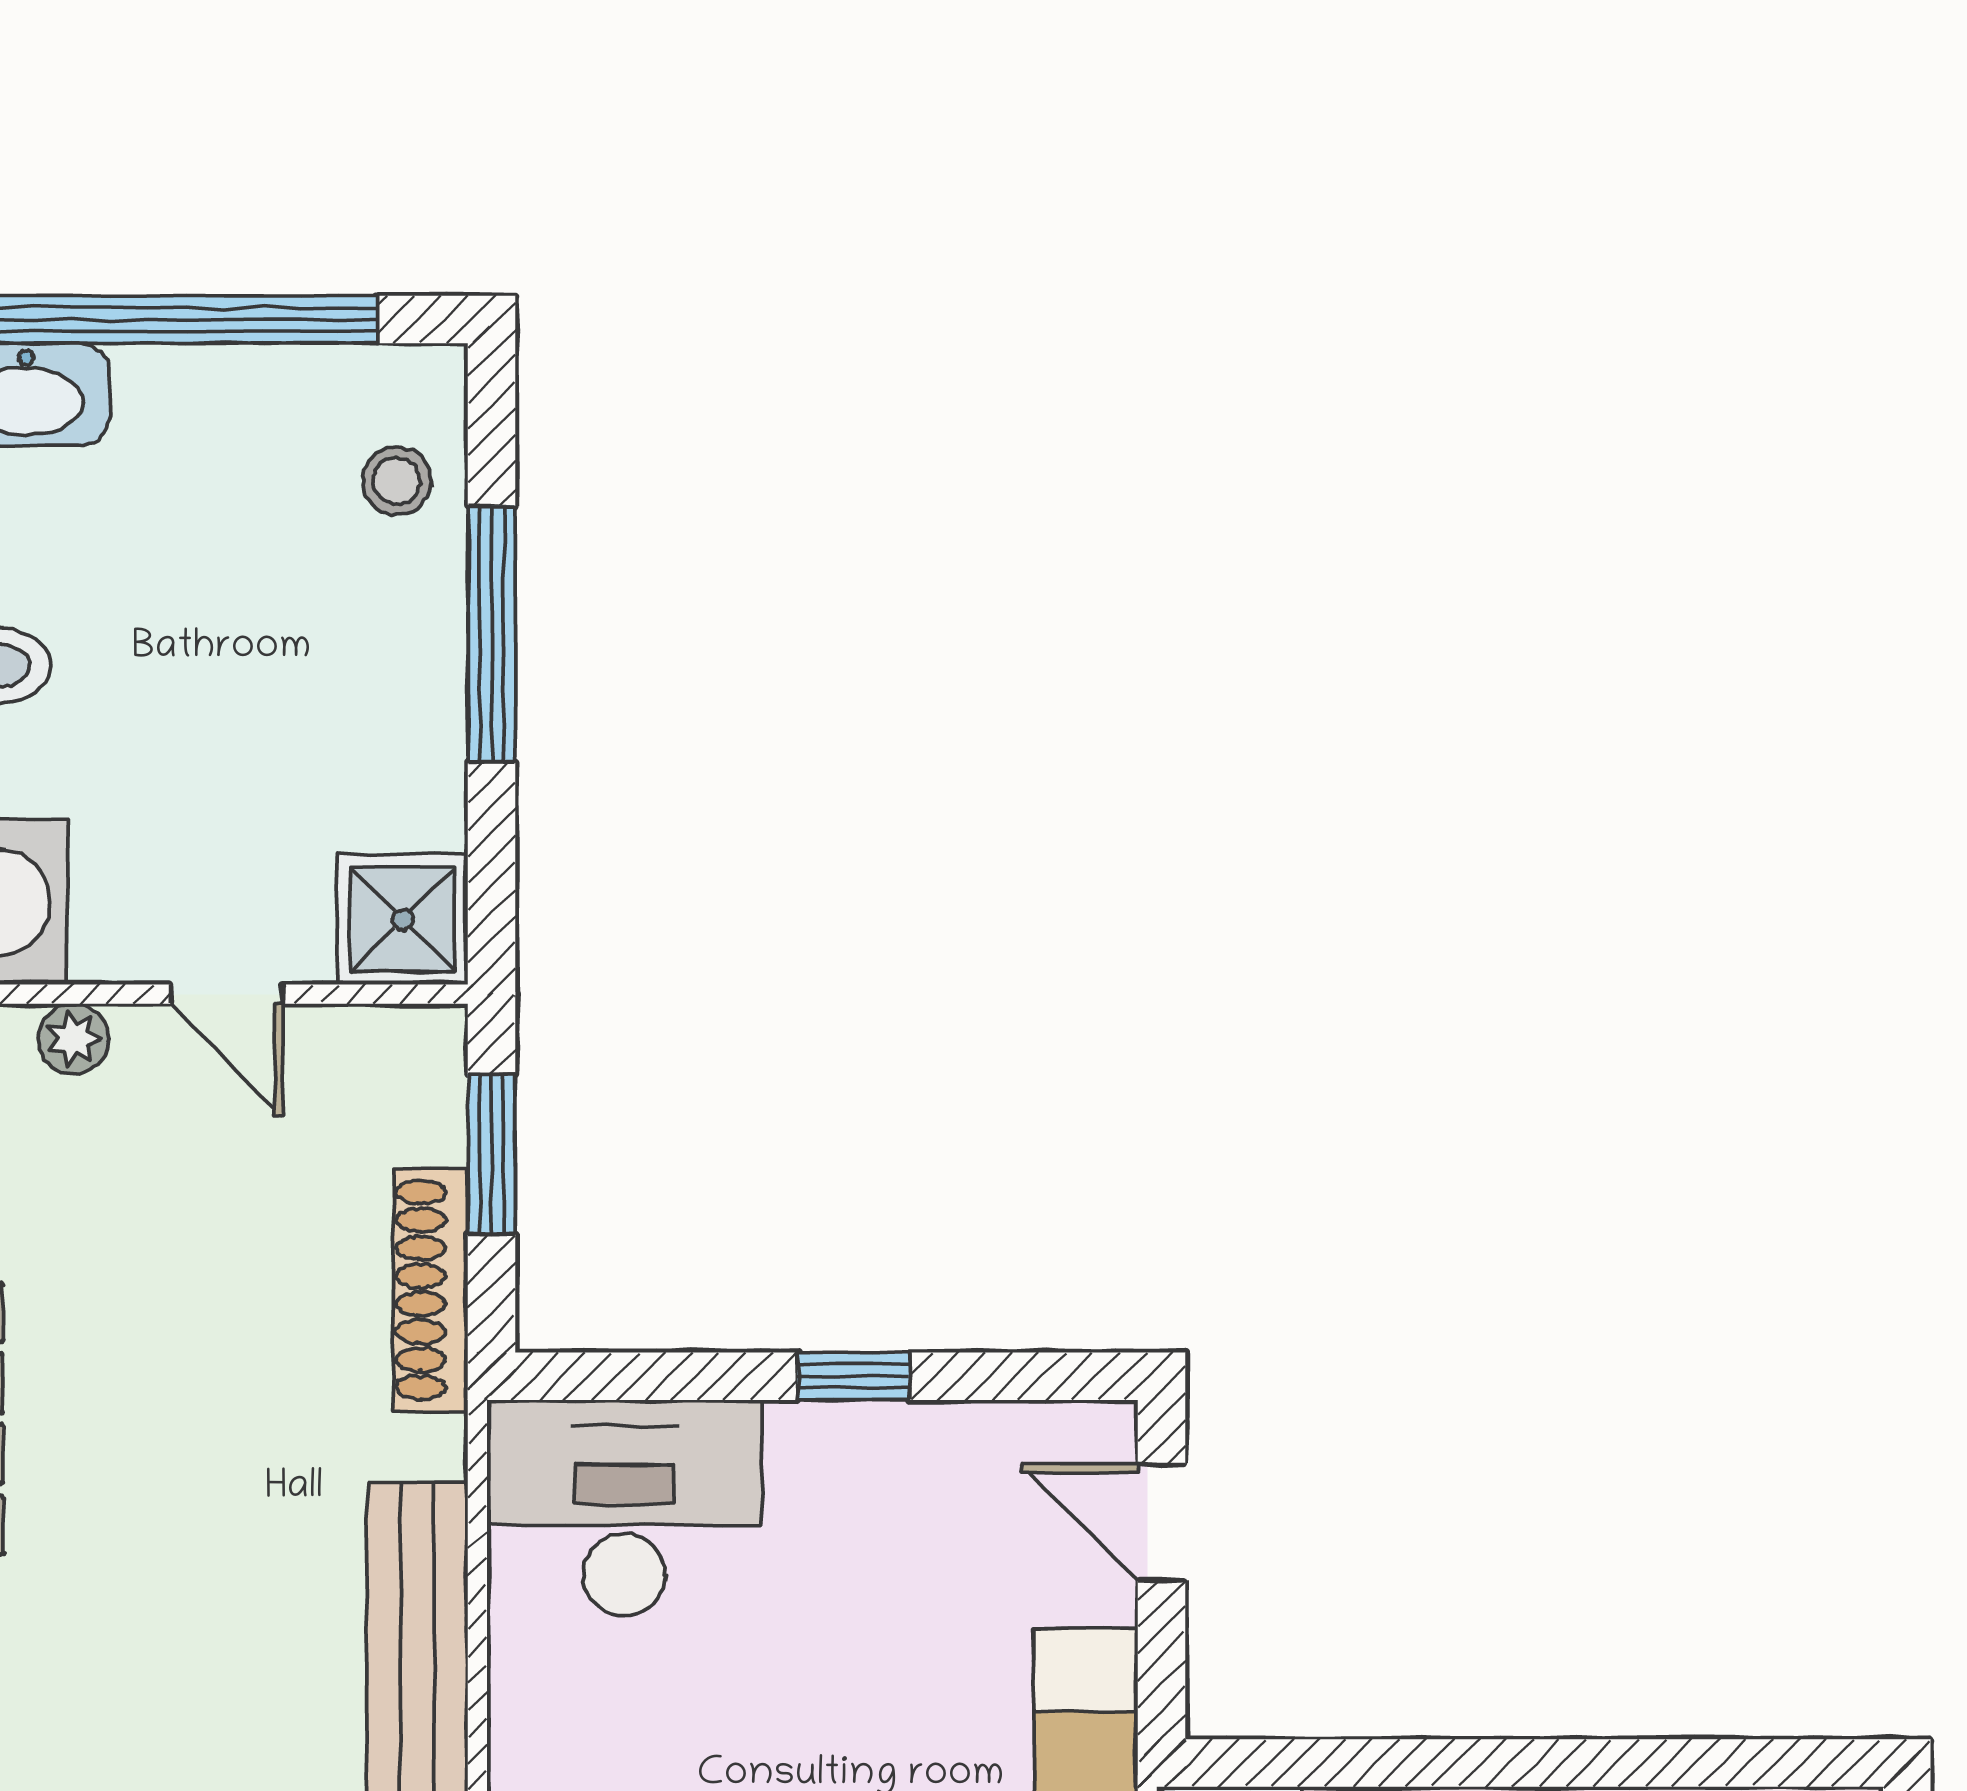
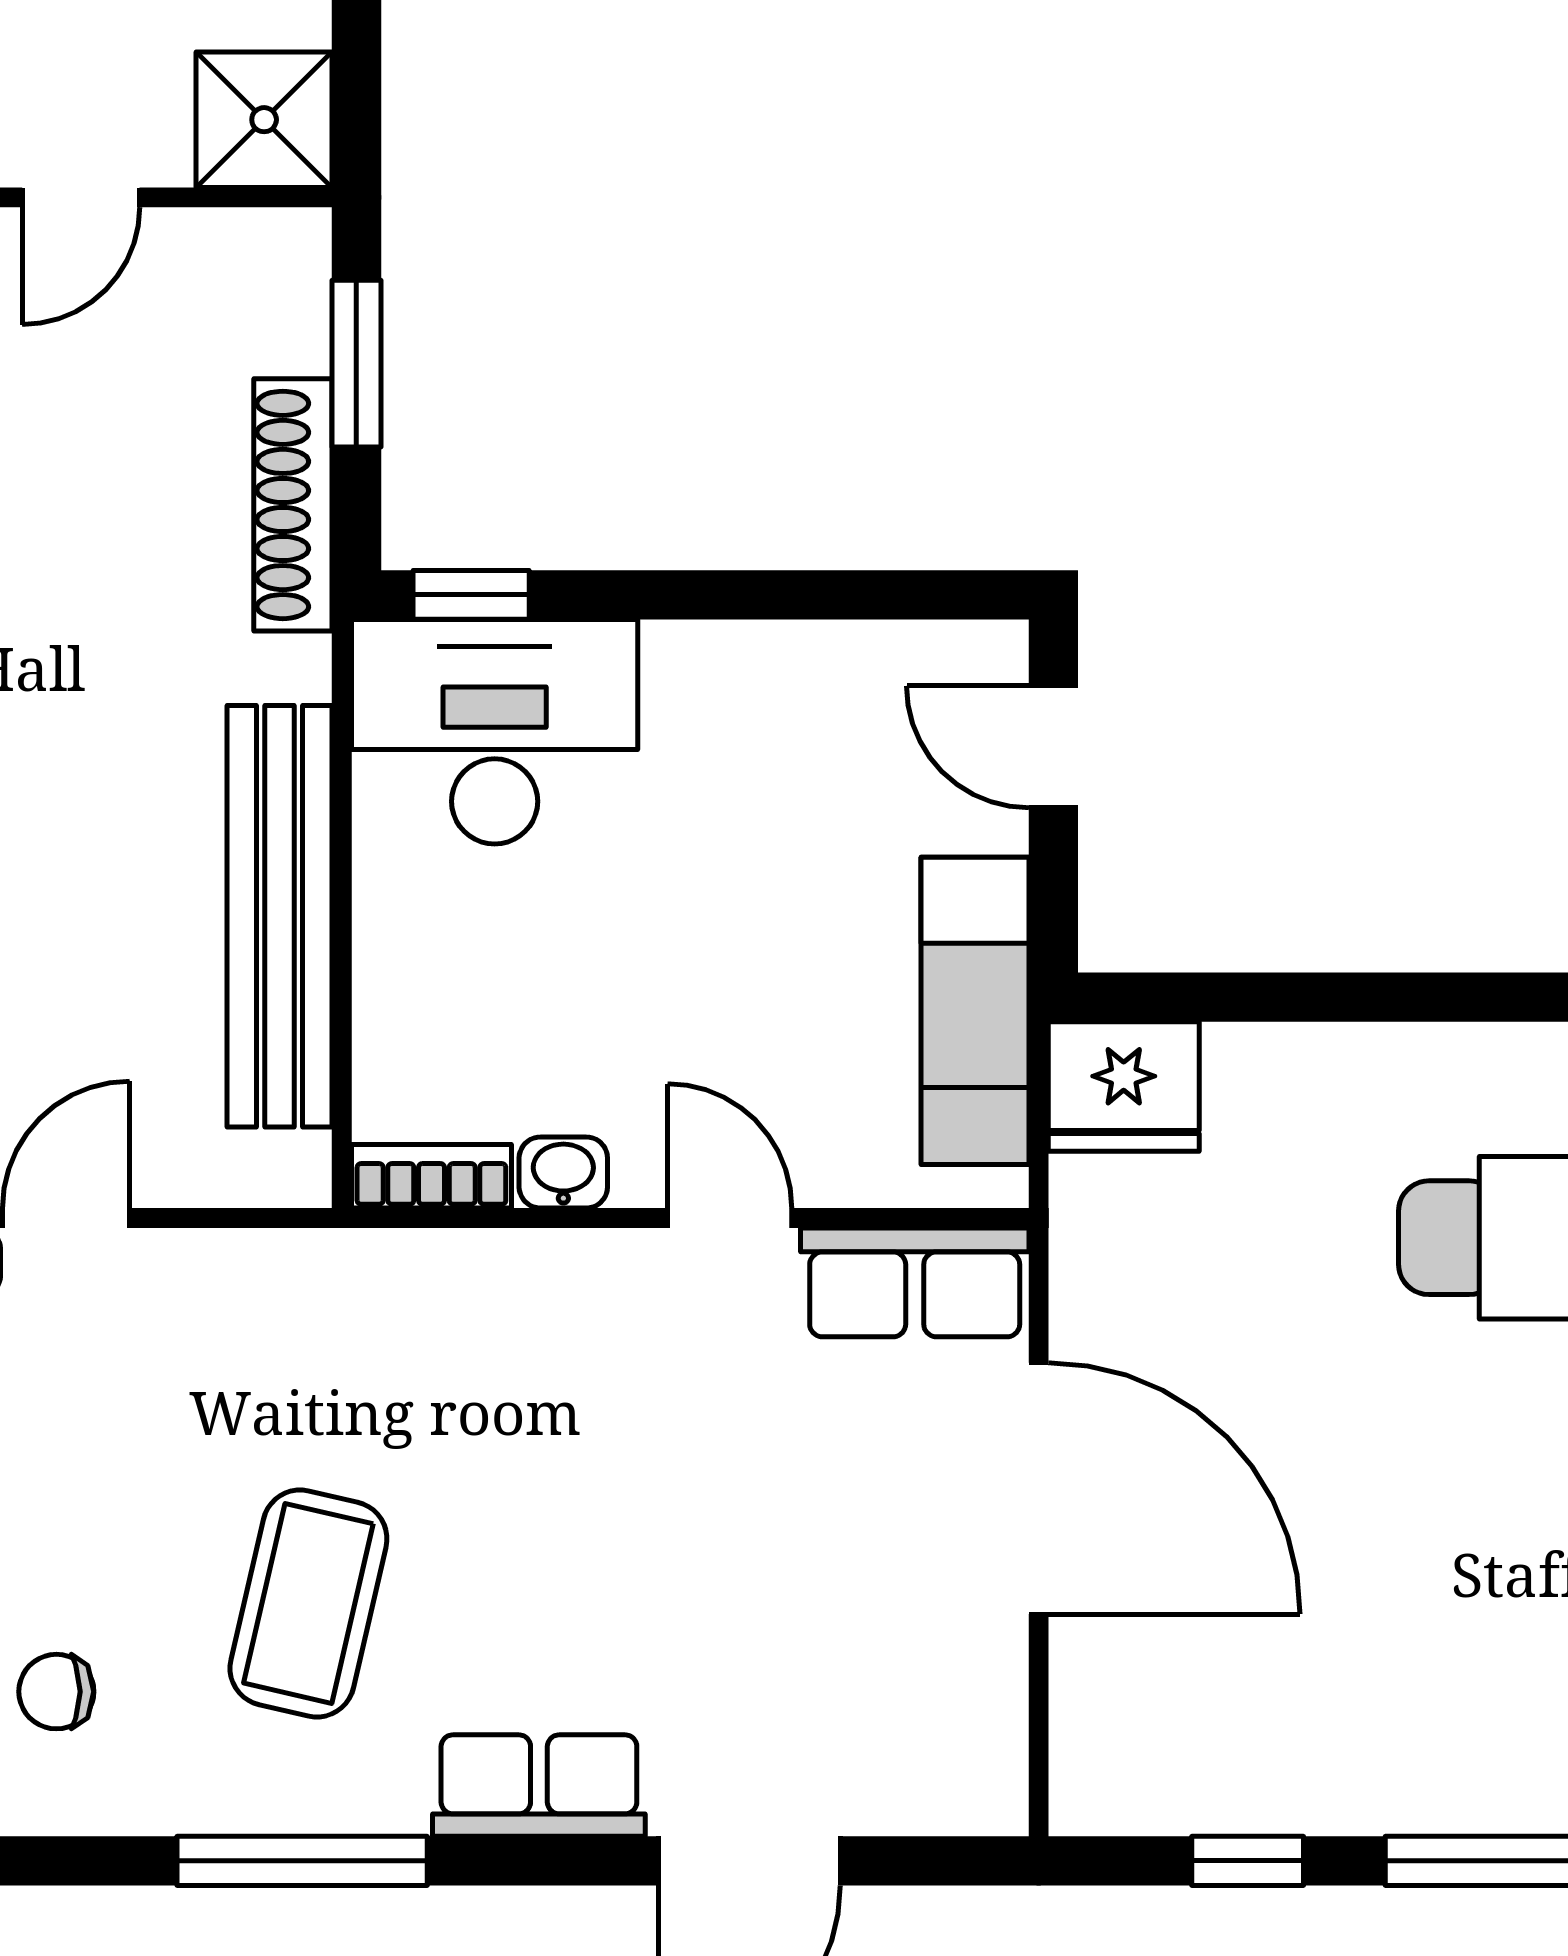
door: (227, 994) -> (81, 197), hinge flipped
window: (854, 1376) -> (471, 595), moved

